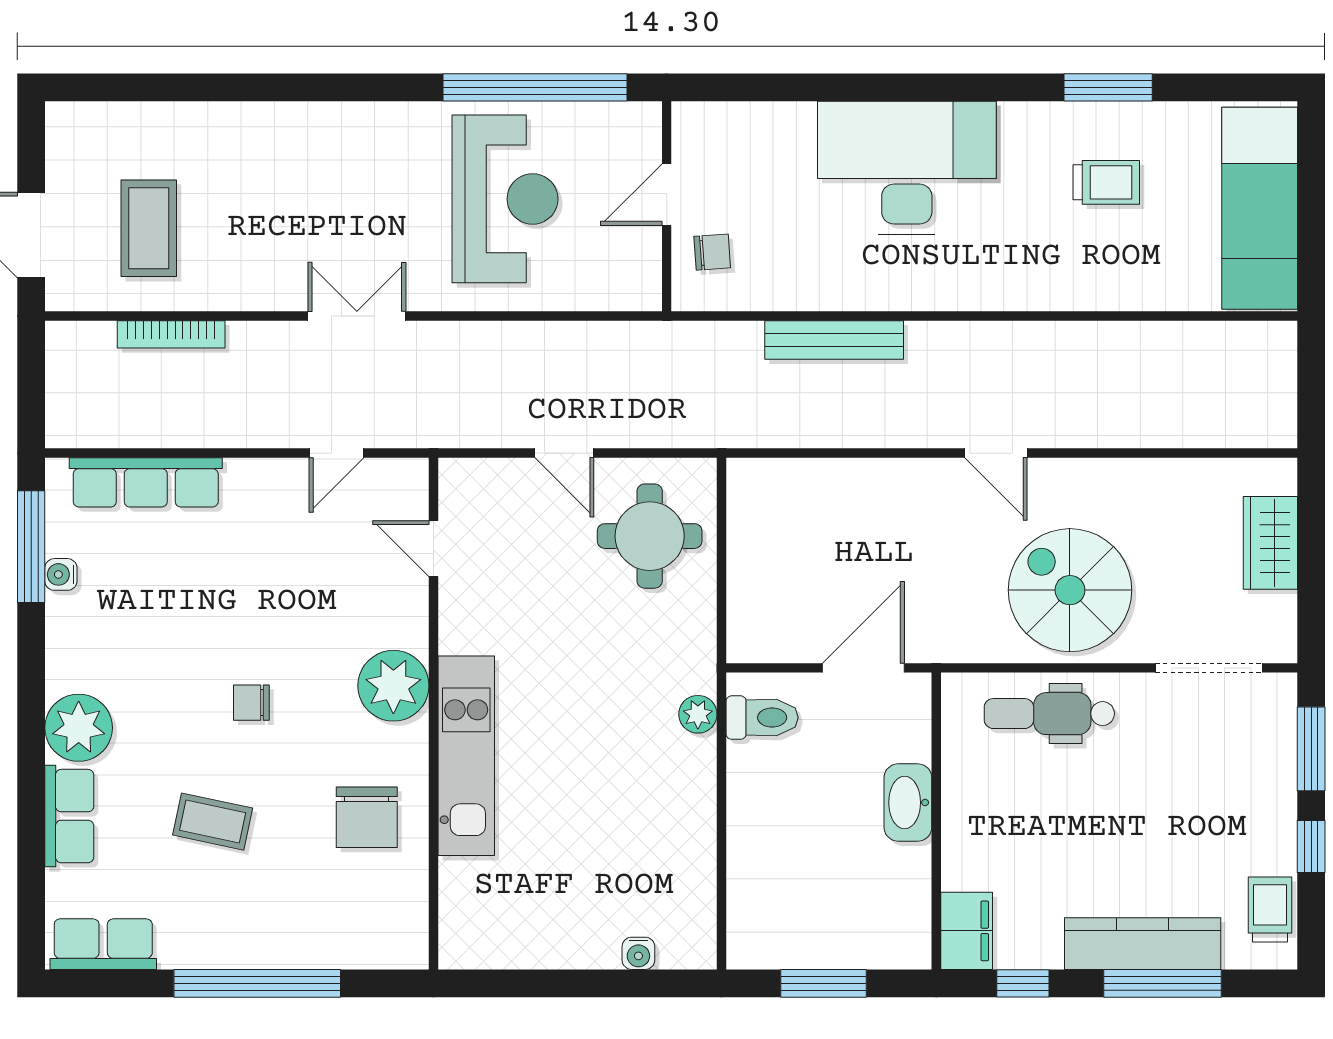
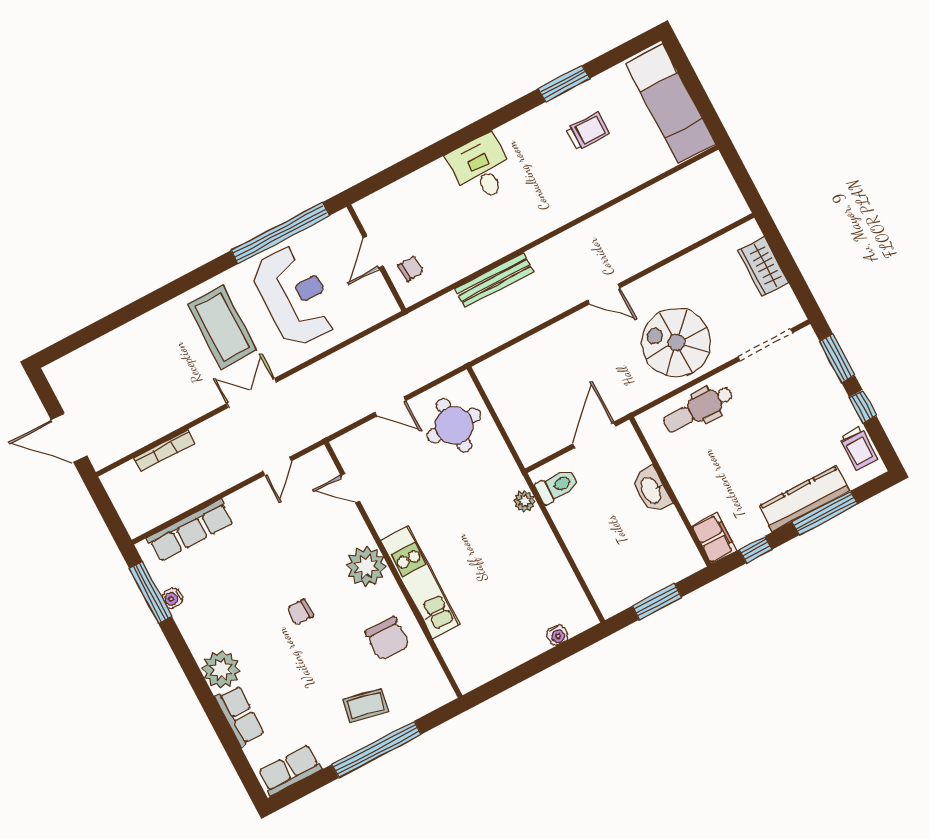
desk: (907, 168) -> (481, 168), width x0.53, depth x0.77
coffee table: (149, 228) -> (222, 327), moved, width x1.36, depth x1.32
coffee table: (213, 822) -> (365, 705), moved
trolley: (1270, 909) -> (859, 448), turned 180

